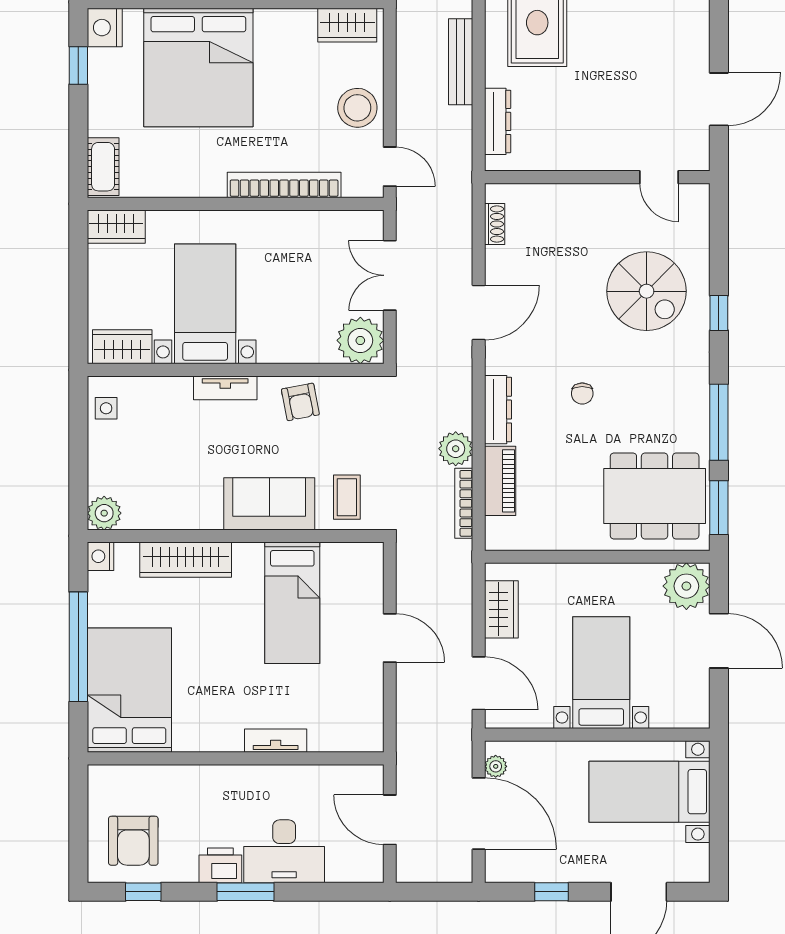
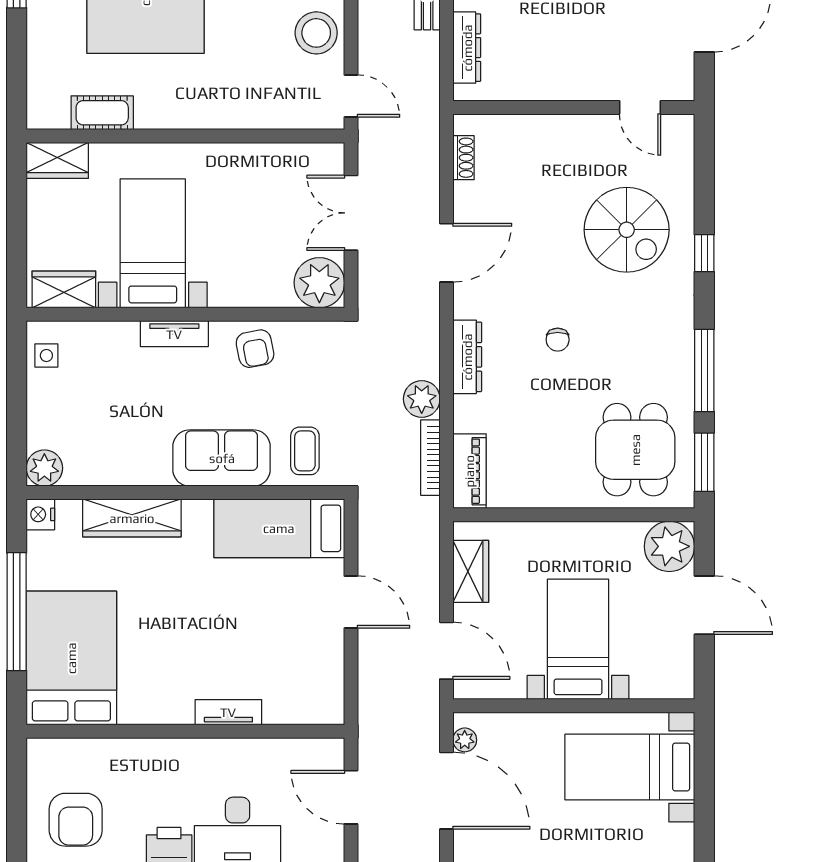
cot: (103, 167) -> (102, 113), moved, turned 90
bookcase: (284, 185) -> (238, 116), removed
piano: (500, 481) -> (469, 471), moved
dining table: (655, 496) -> (635, 450), width x0.73
bed: (292, 603) -> (279, 528), moved, turned 90

